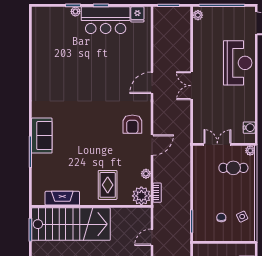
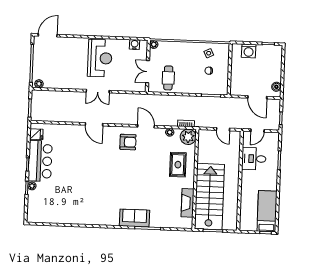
reception desk: (238, 63) -> (100, 58), moved, turned 90
cafe table: (233, 168) -> (168, 78), moved
rug: (108, 185) -> (178, 165), turned 90

